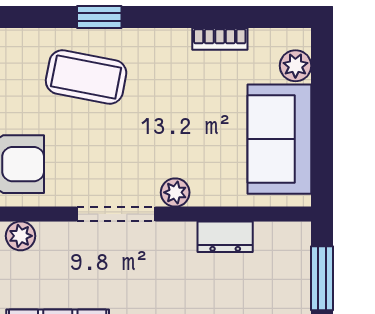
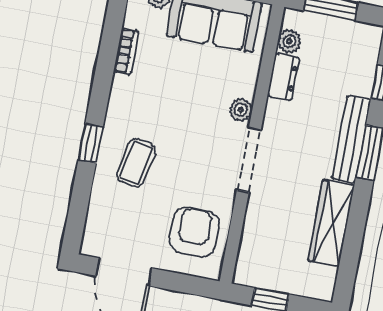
coffee table: (86, 77) -> (136, 163), width x0.73, depth x0.77
plant: (21, 236) -> (289, 41), moved

